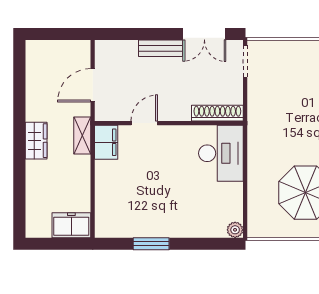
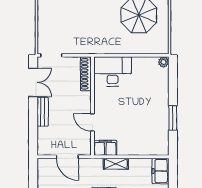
shelving: (82, 135) -> (116, 164), moved

